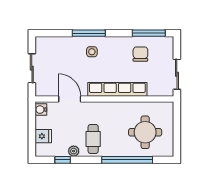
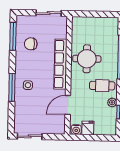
sliding door: (32, 68) -> (30, 136), moved
round table: (145, 132) -> (87, 59), moved
fridge: (43, 136) -> (88, 128), moved

